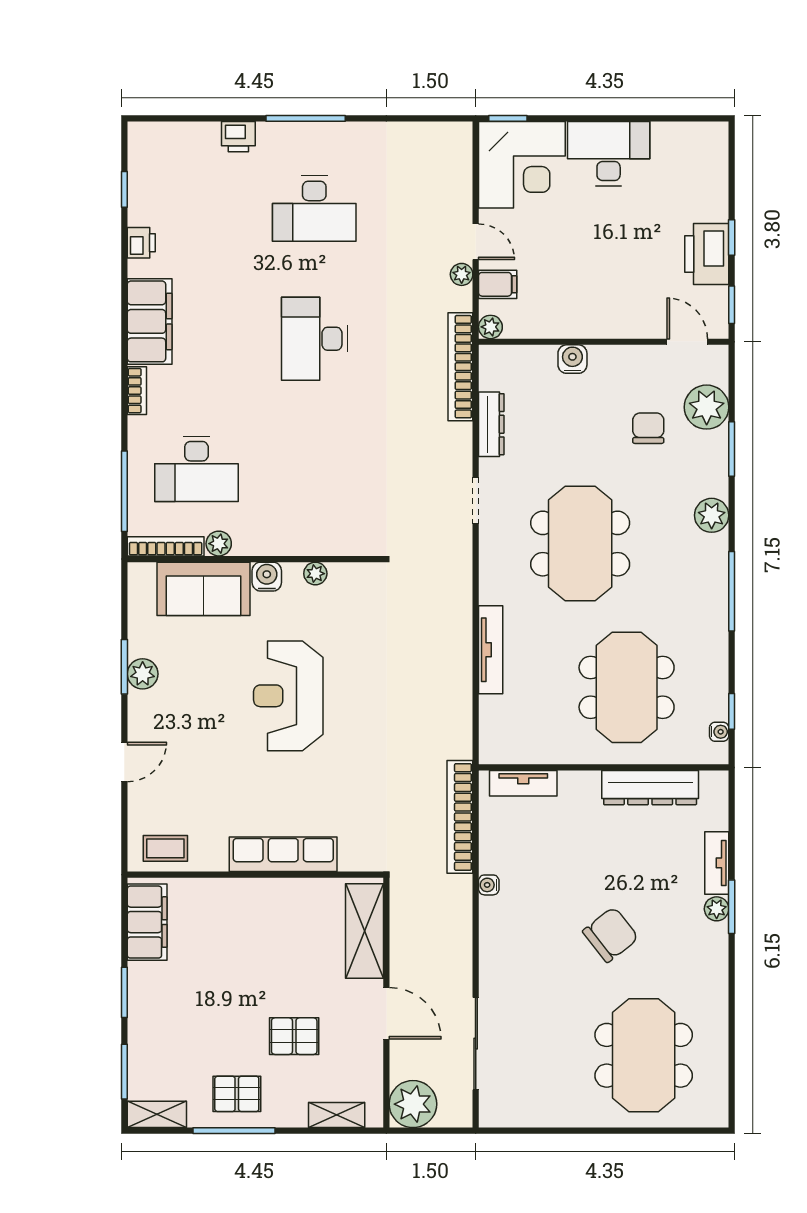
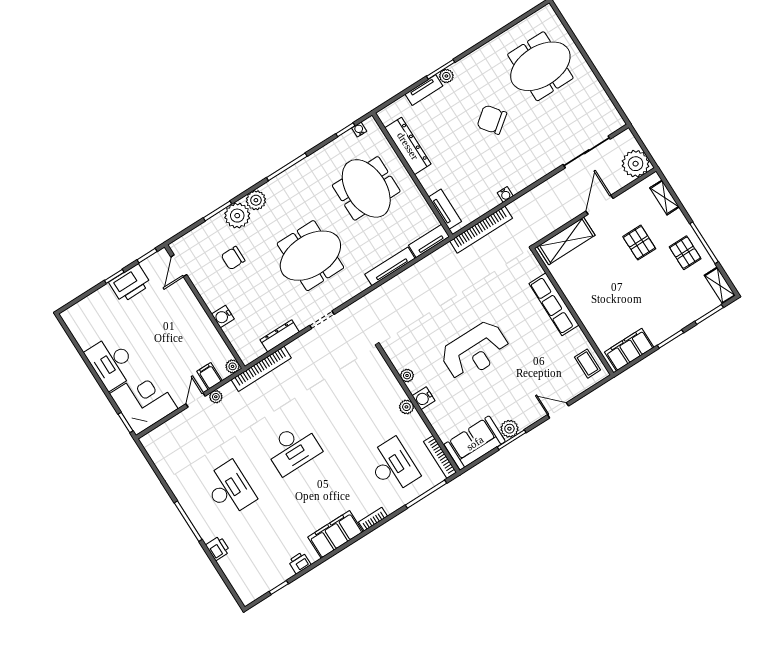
plant: (707, 407) -> (237, 216), moved
plant: (219, 544) -> (406, 407), moved
sofa: (203, 589) -> (475, 443), moved, turned -90
meeting table: (627, 687) -> (366, 188), turned 90
tv unit: (492, 730) -> (429, 241), added

